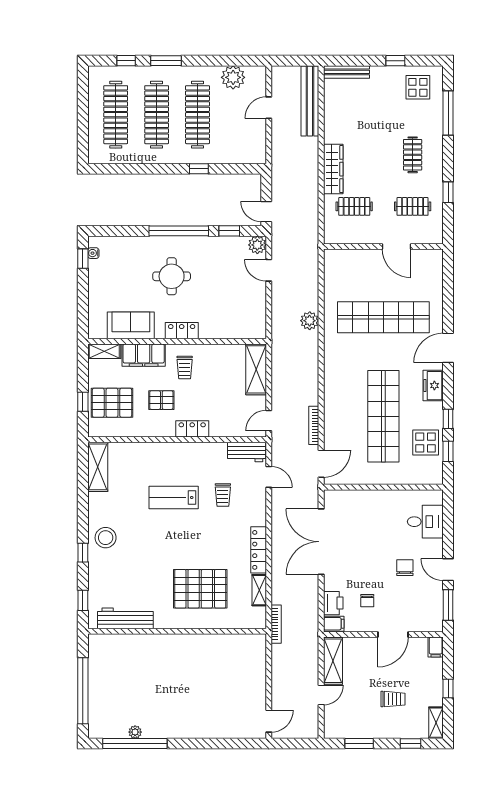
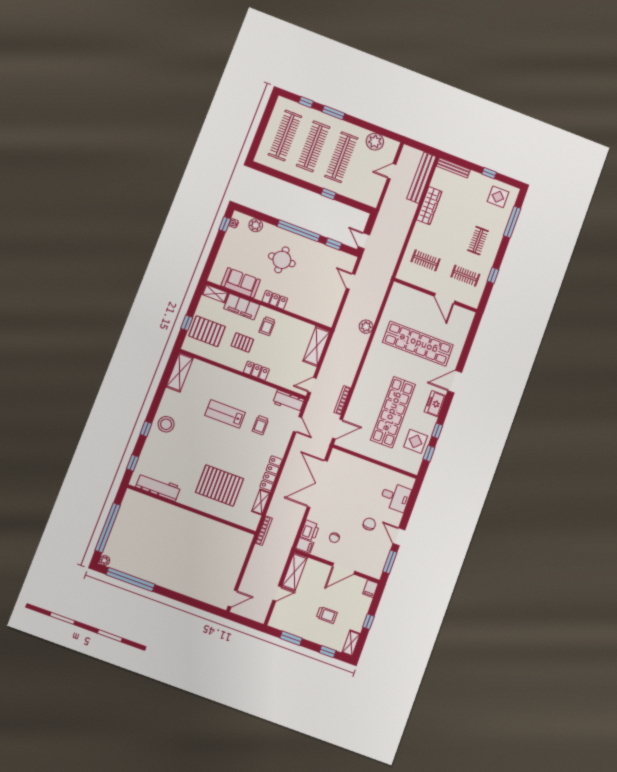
wardrobe: (333, 169) -> (429, 206), moved
plant: (257, 245) -> (256, 225), moved
plant: (135, 732) -> (104, 561), moved

